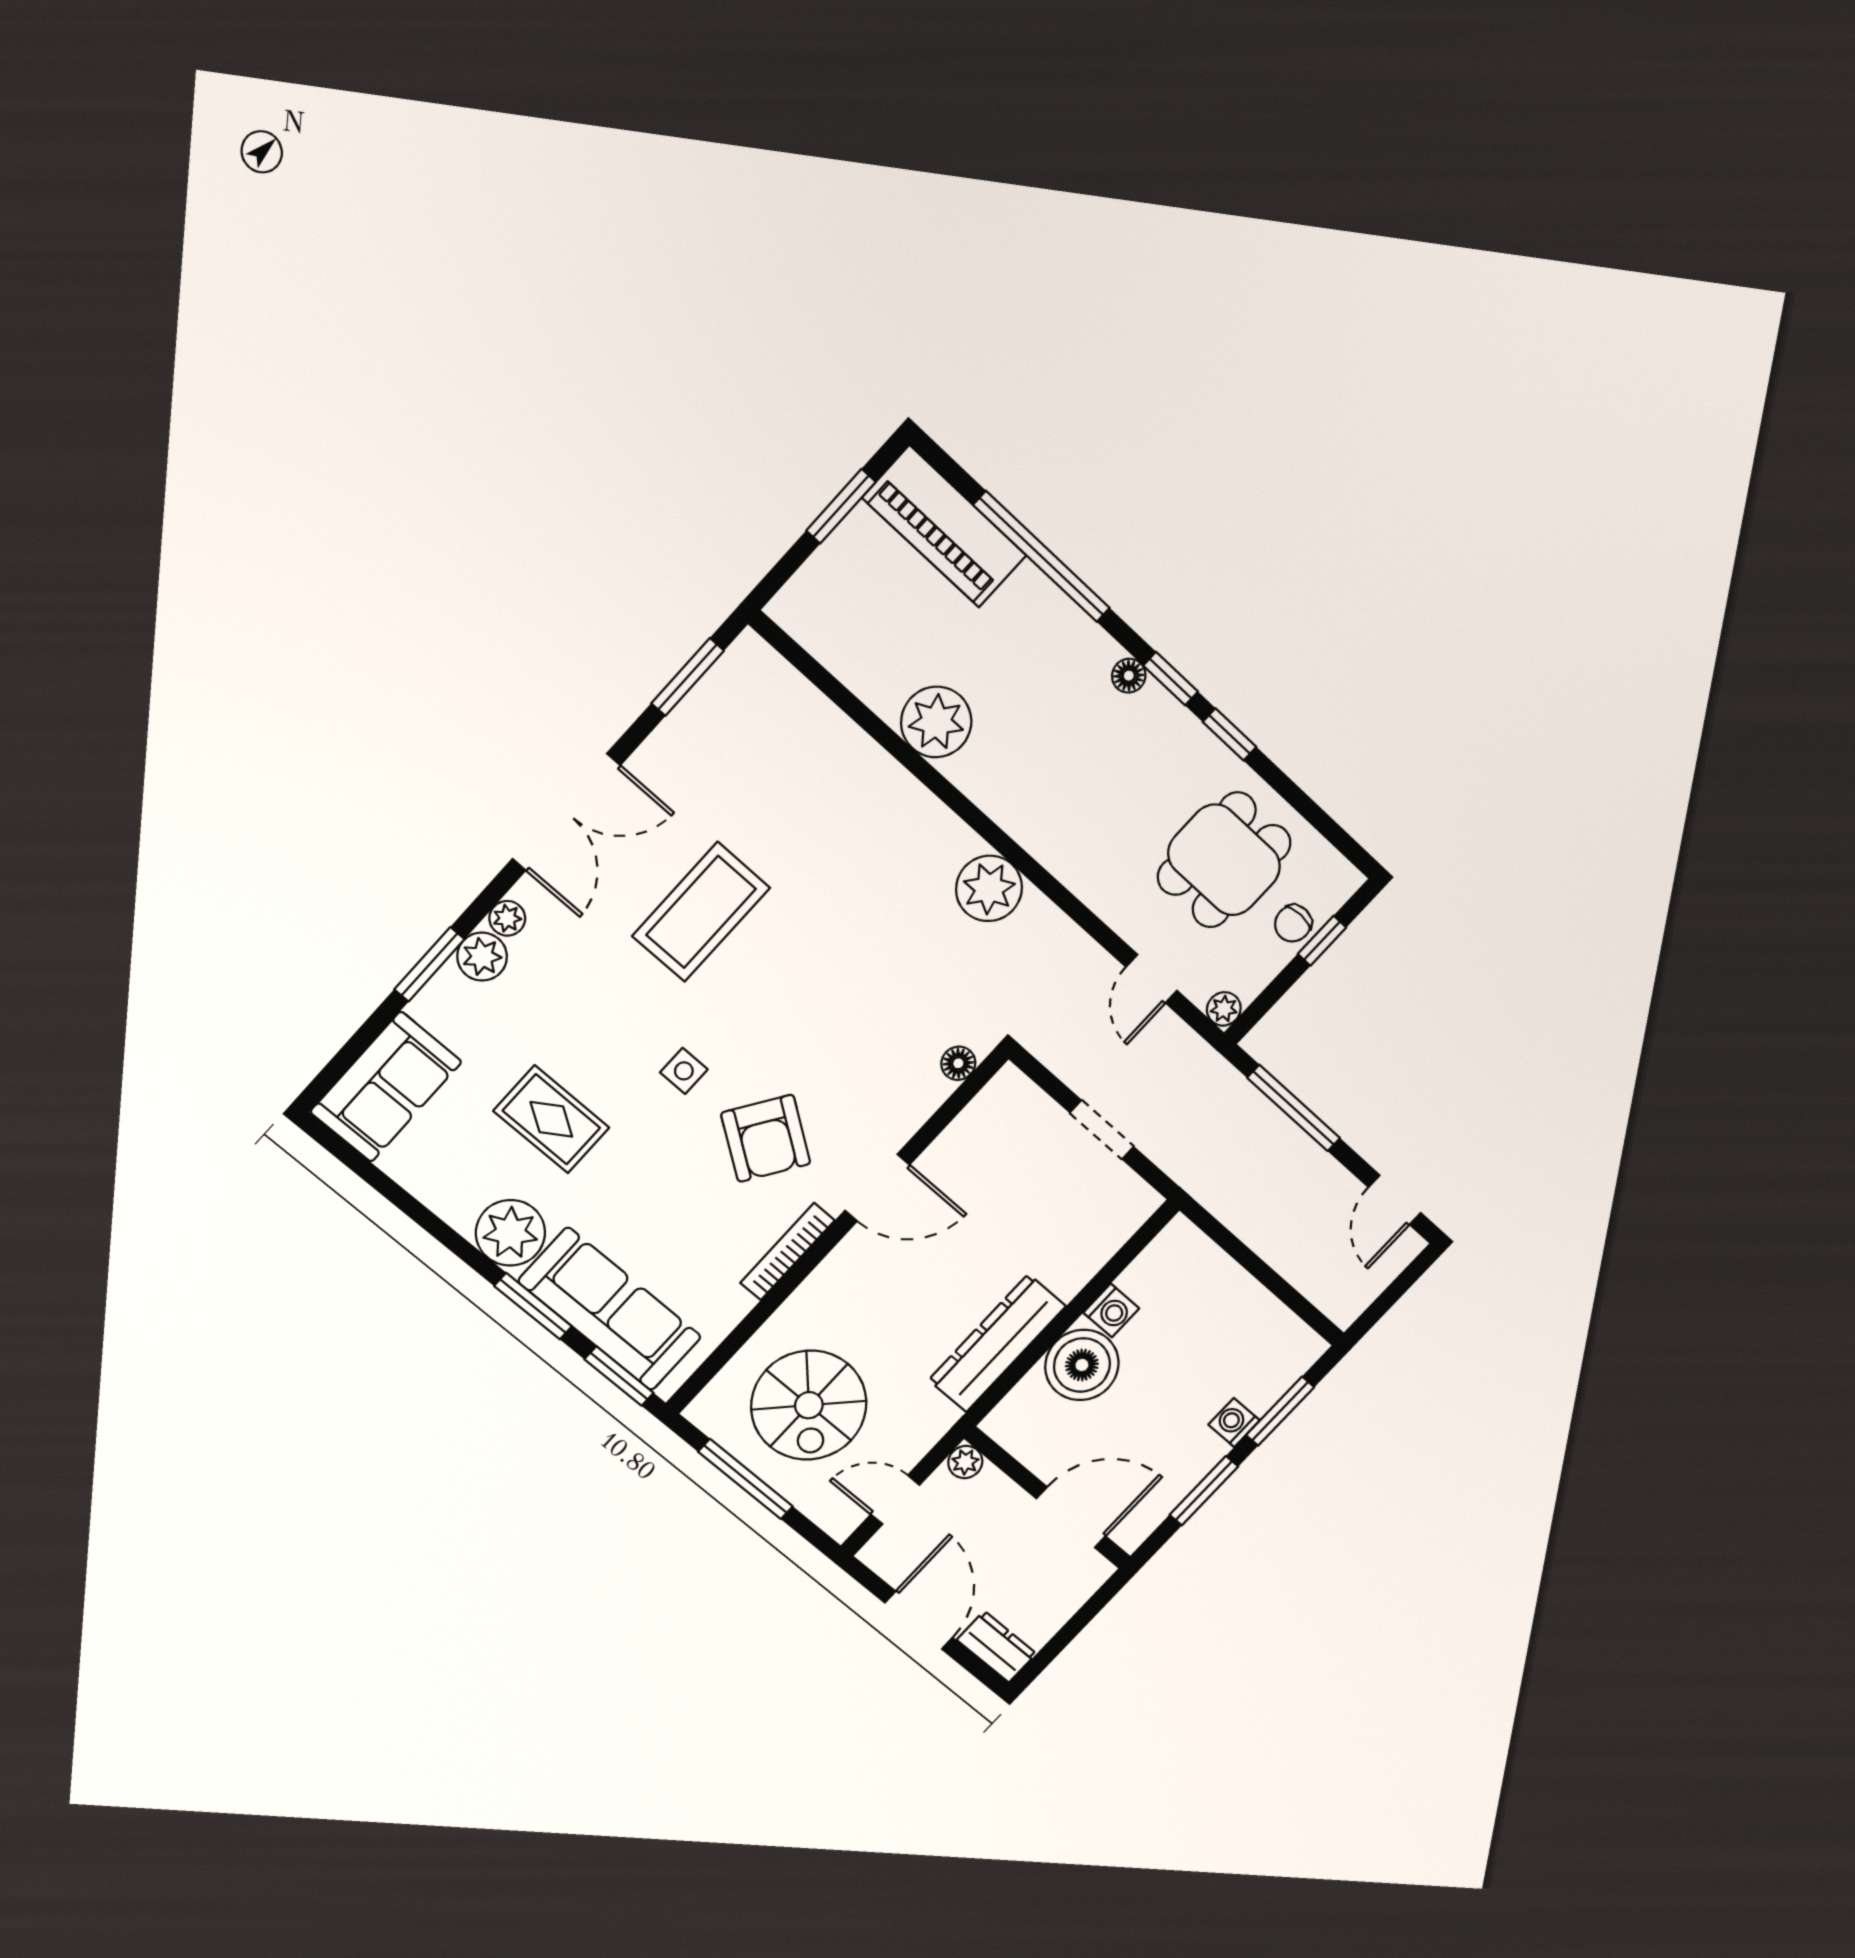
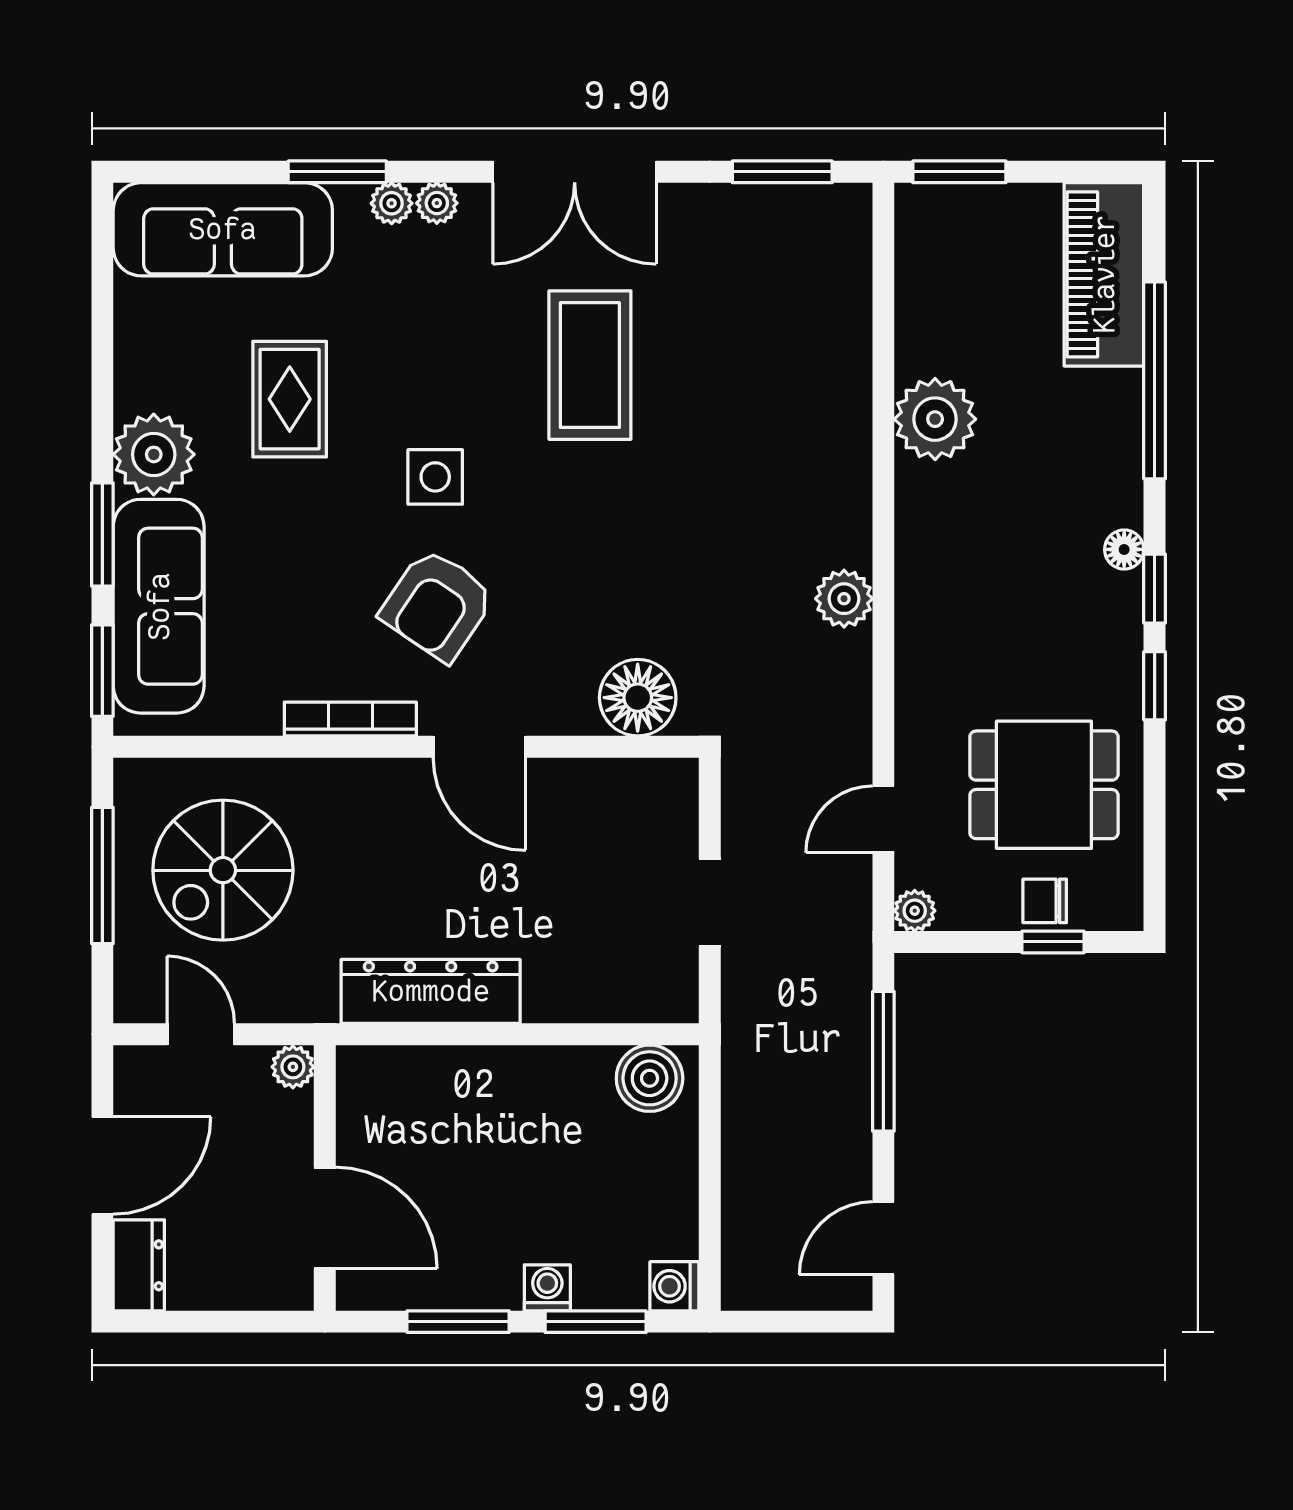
window: (841, 506) -> (959, 172), moved
plant: (989, 888) -> (844, 599), width x0.73, depth x0.73
coffee table: (701, 912) -> (590, 365), turned 90
plant: (482, 957) -> (392, 203), width x0.73, depth x0.73
floor lamp: (958, 1063) -> (638, 698), width x1.89, depth x1.89
side table: (684, 1071) -> (435, 477), width x1.37, depth x1.37
sofa: (386, 1087) -> (223, 229), width x1.36
washing machine: (1111, 1311) -> (674, 1286), moved, turned 90
boiler: (1082, 1365) -> (650, 1078), moved, width x0.73, depth x0.73

